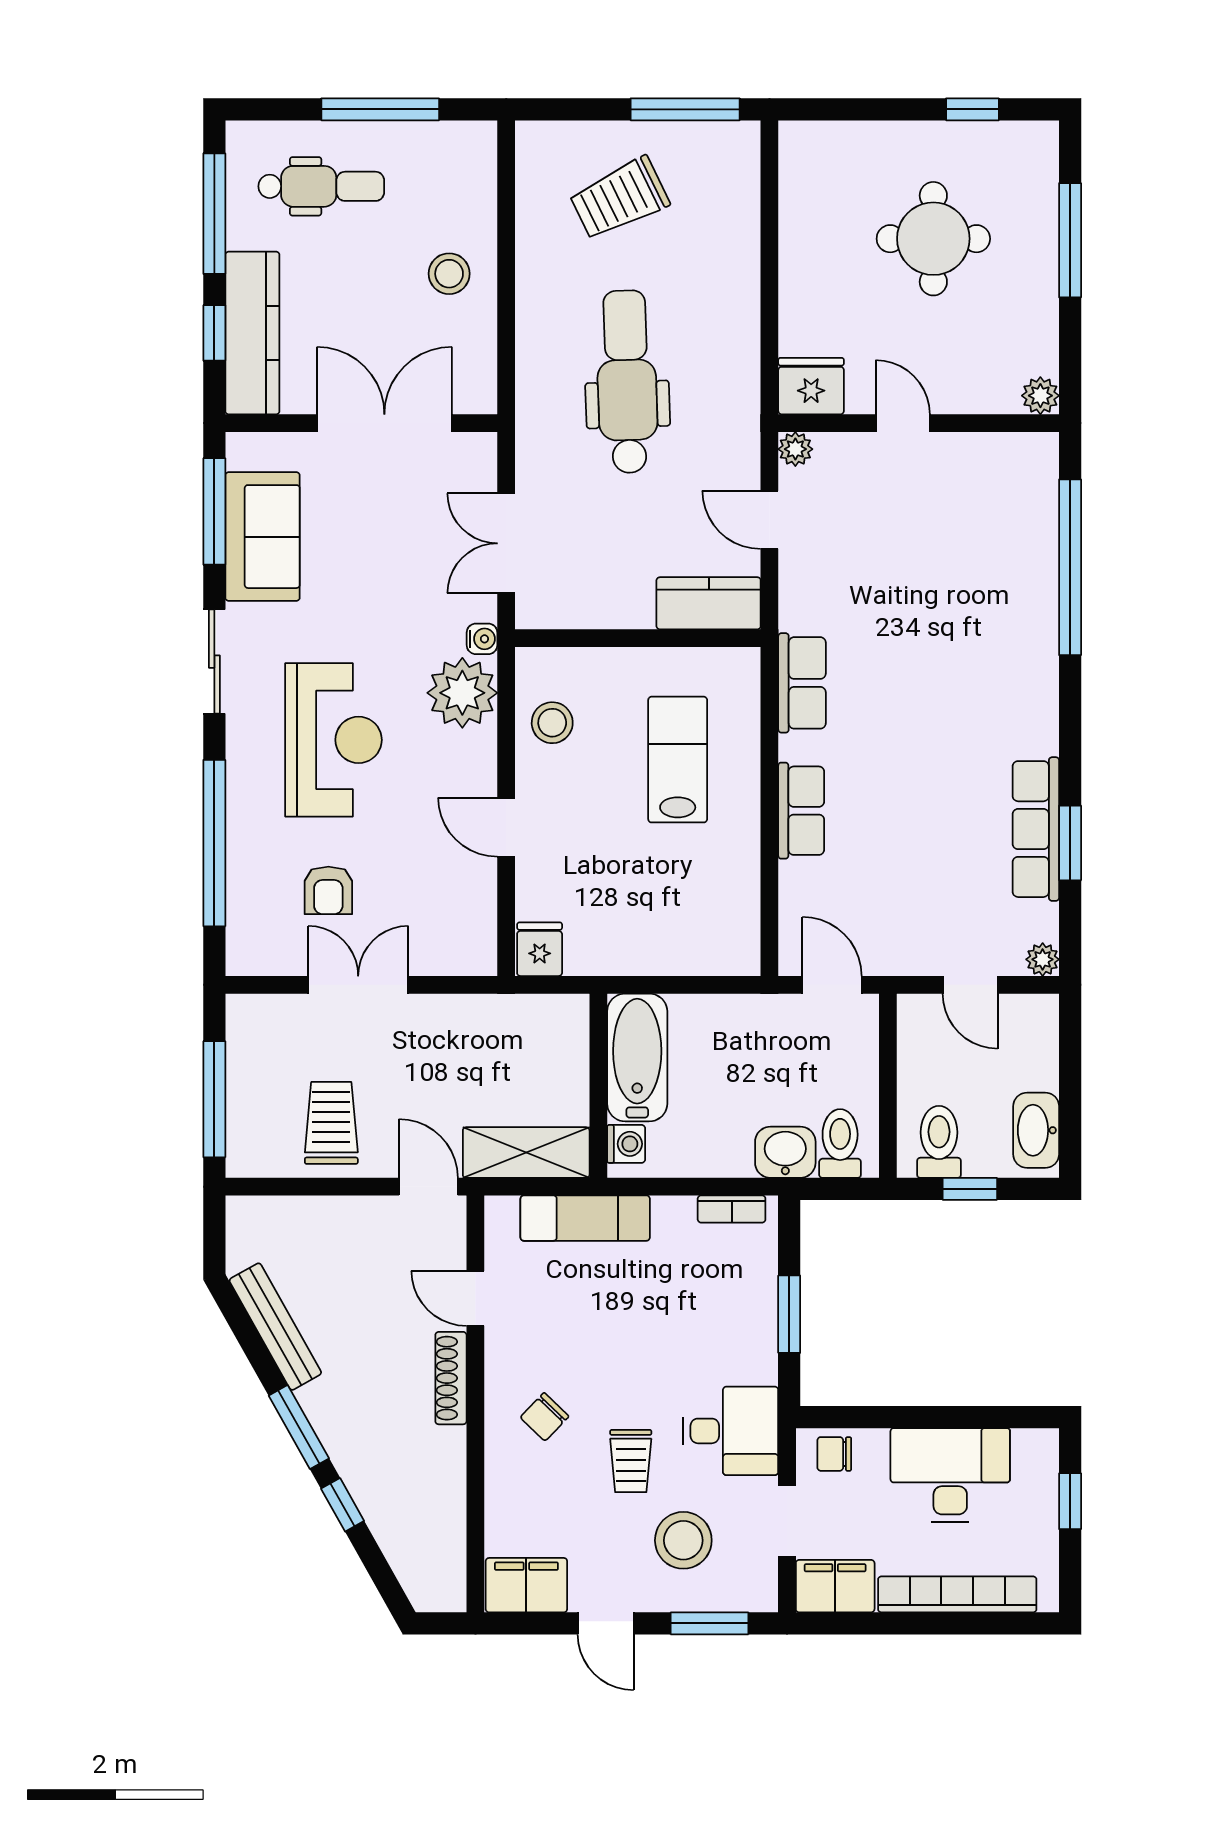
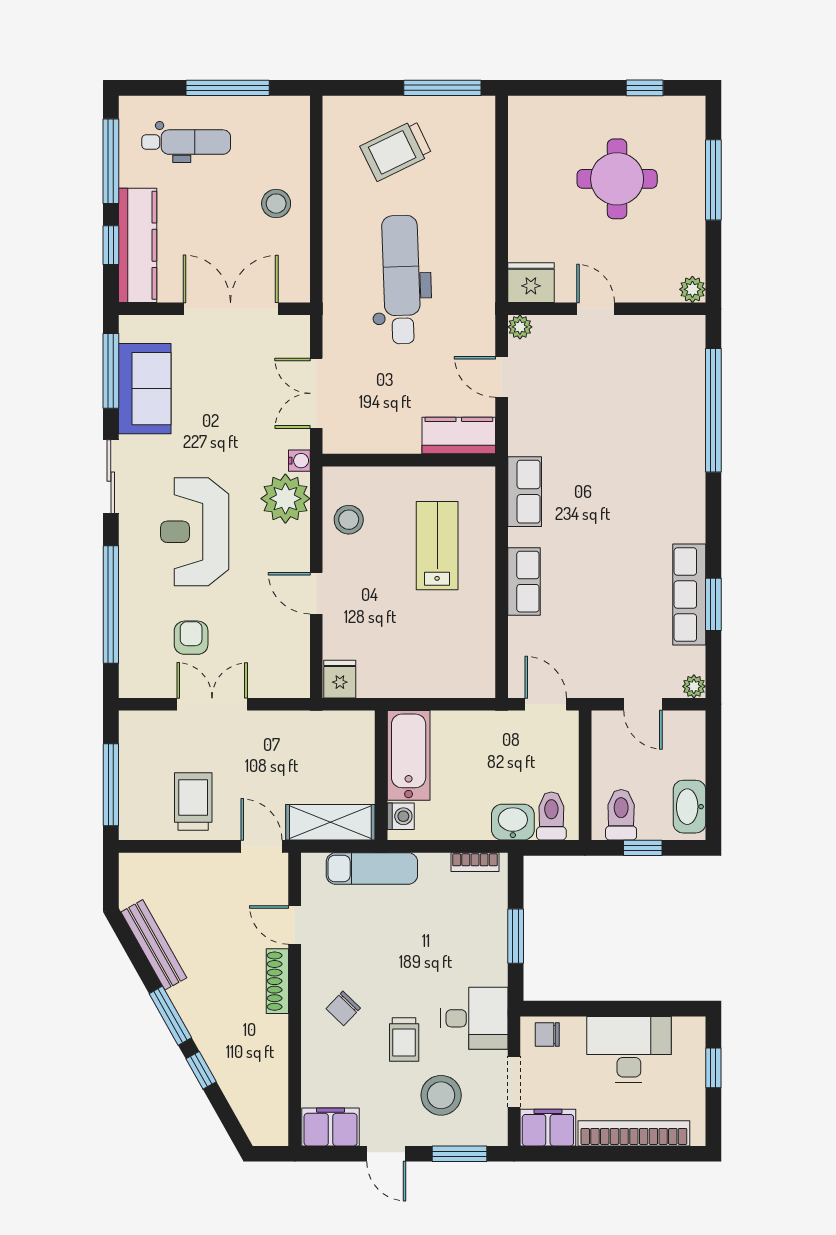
reception desk: (333, 740) -> (195, 532), turned 180
armchair: (328, 890) -> (191, 638), turned 180

